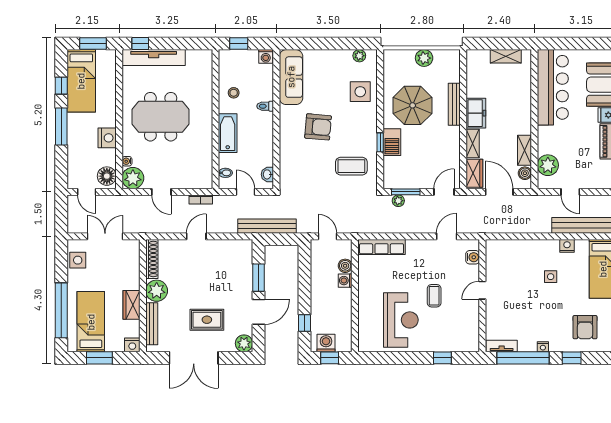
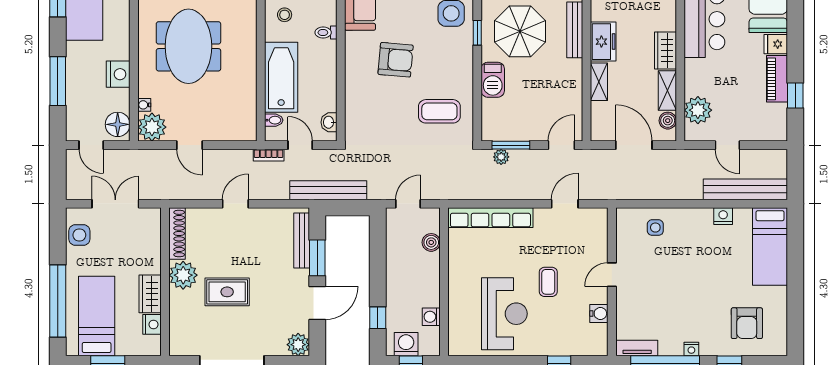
meeting table: (161, 117) -> (188, 46), turned 90
window: (61, 127) -> (58, 81), moved
bathtub: (228, 133) -> (281, 77), width x1.36, depth x1.36
window: (380, 142) -> (477, 33), moved
wardrobe: (474, 173) -> (665, 50), moved, turned 180
bookcase: (201, 199) -> (269, 155), moved
door: (327, 236) -> (408, 204), hinge flipped
row of seats: (381, 247) -> (490, 218), width x1.36
water cooler: (473, 257) -> (599, 314), moved
side table: (551, 277) -> (655, 228), moved
washing machine: (345, 281) -> (431, 317), moved
rug: (207, 320) -> (227, 292), moved
bench: (152, 324) -> (302, 241), moved
nightstand: (132, 345) -> (152, 324), moved, turned -90

